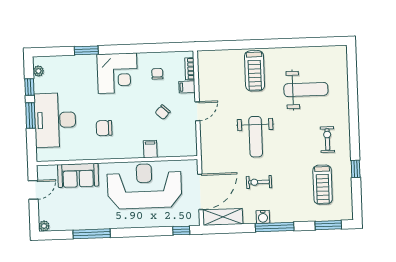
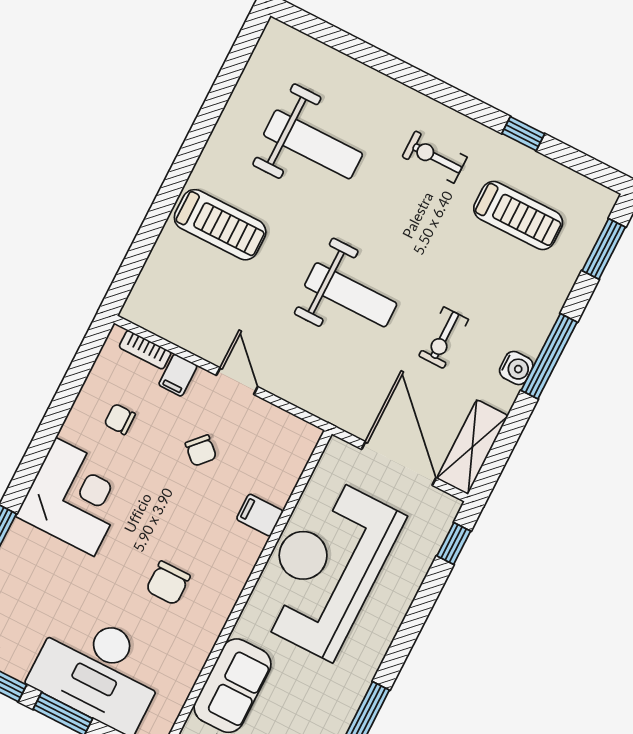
weight bench: (306, 90) -> (313, 144), turned 90

